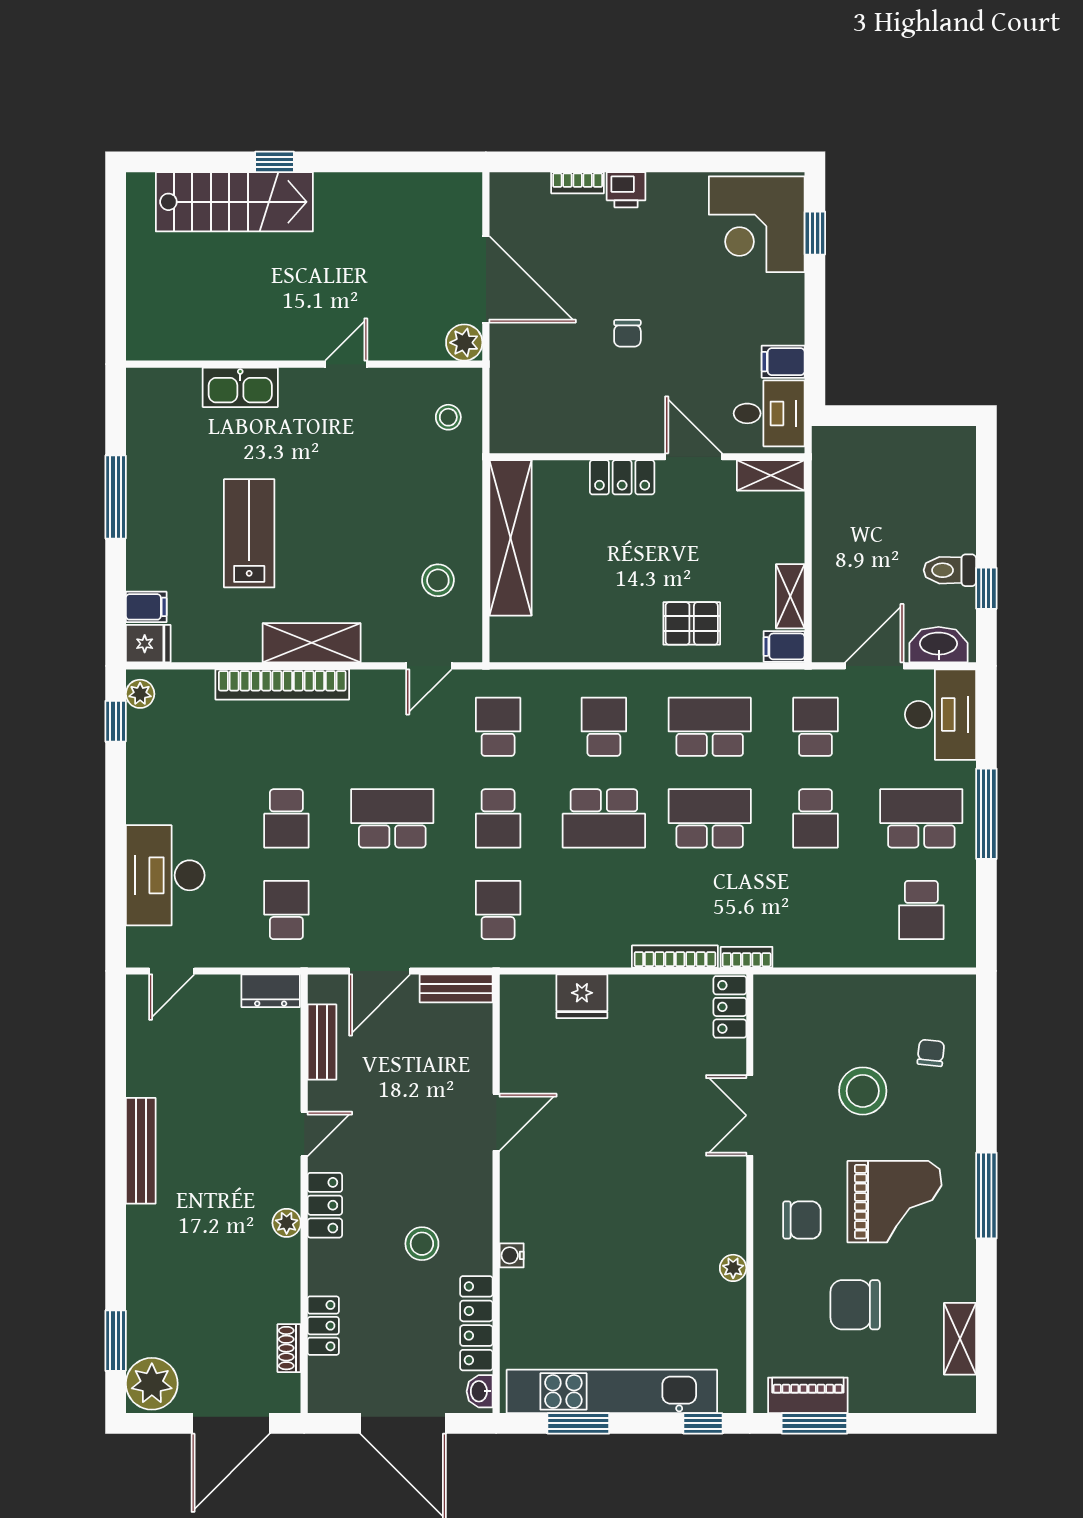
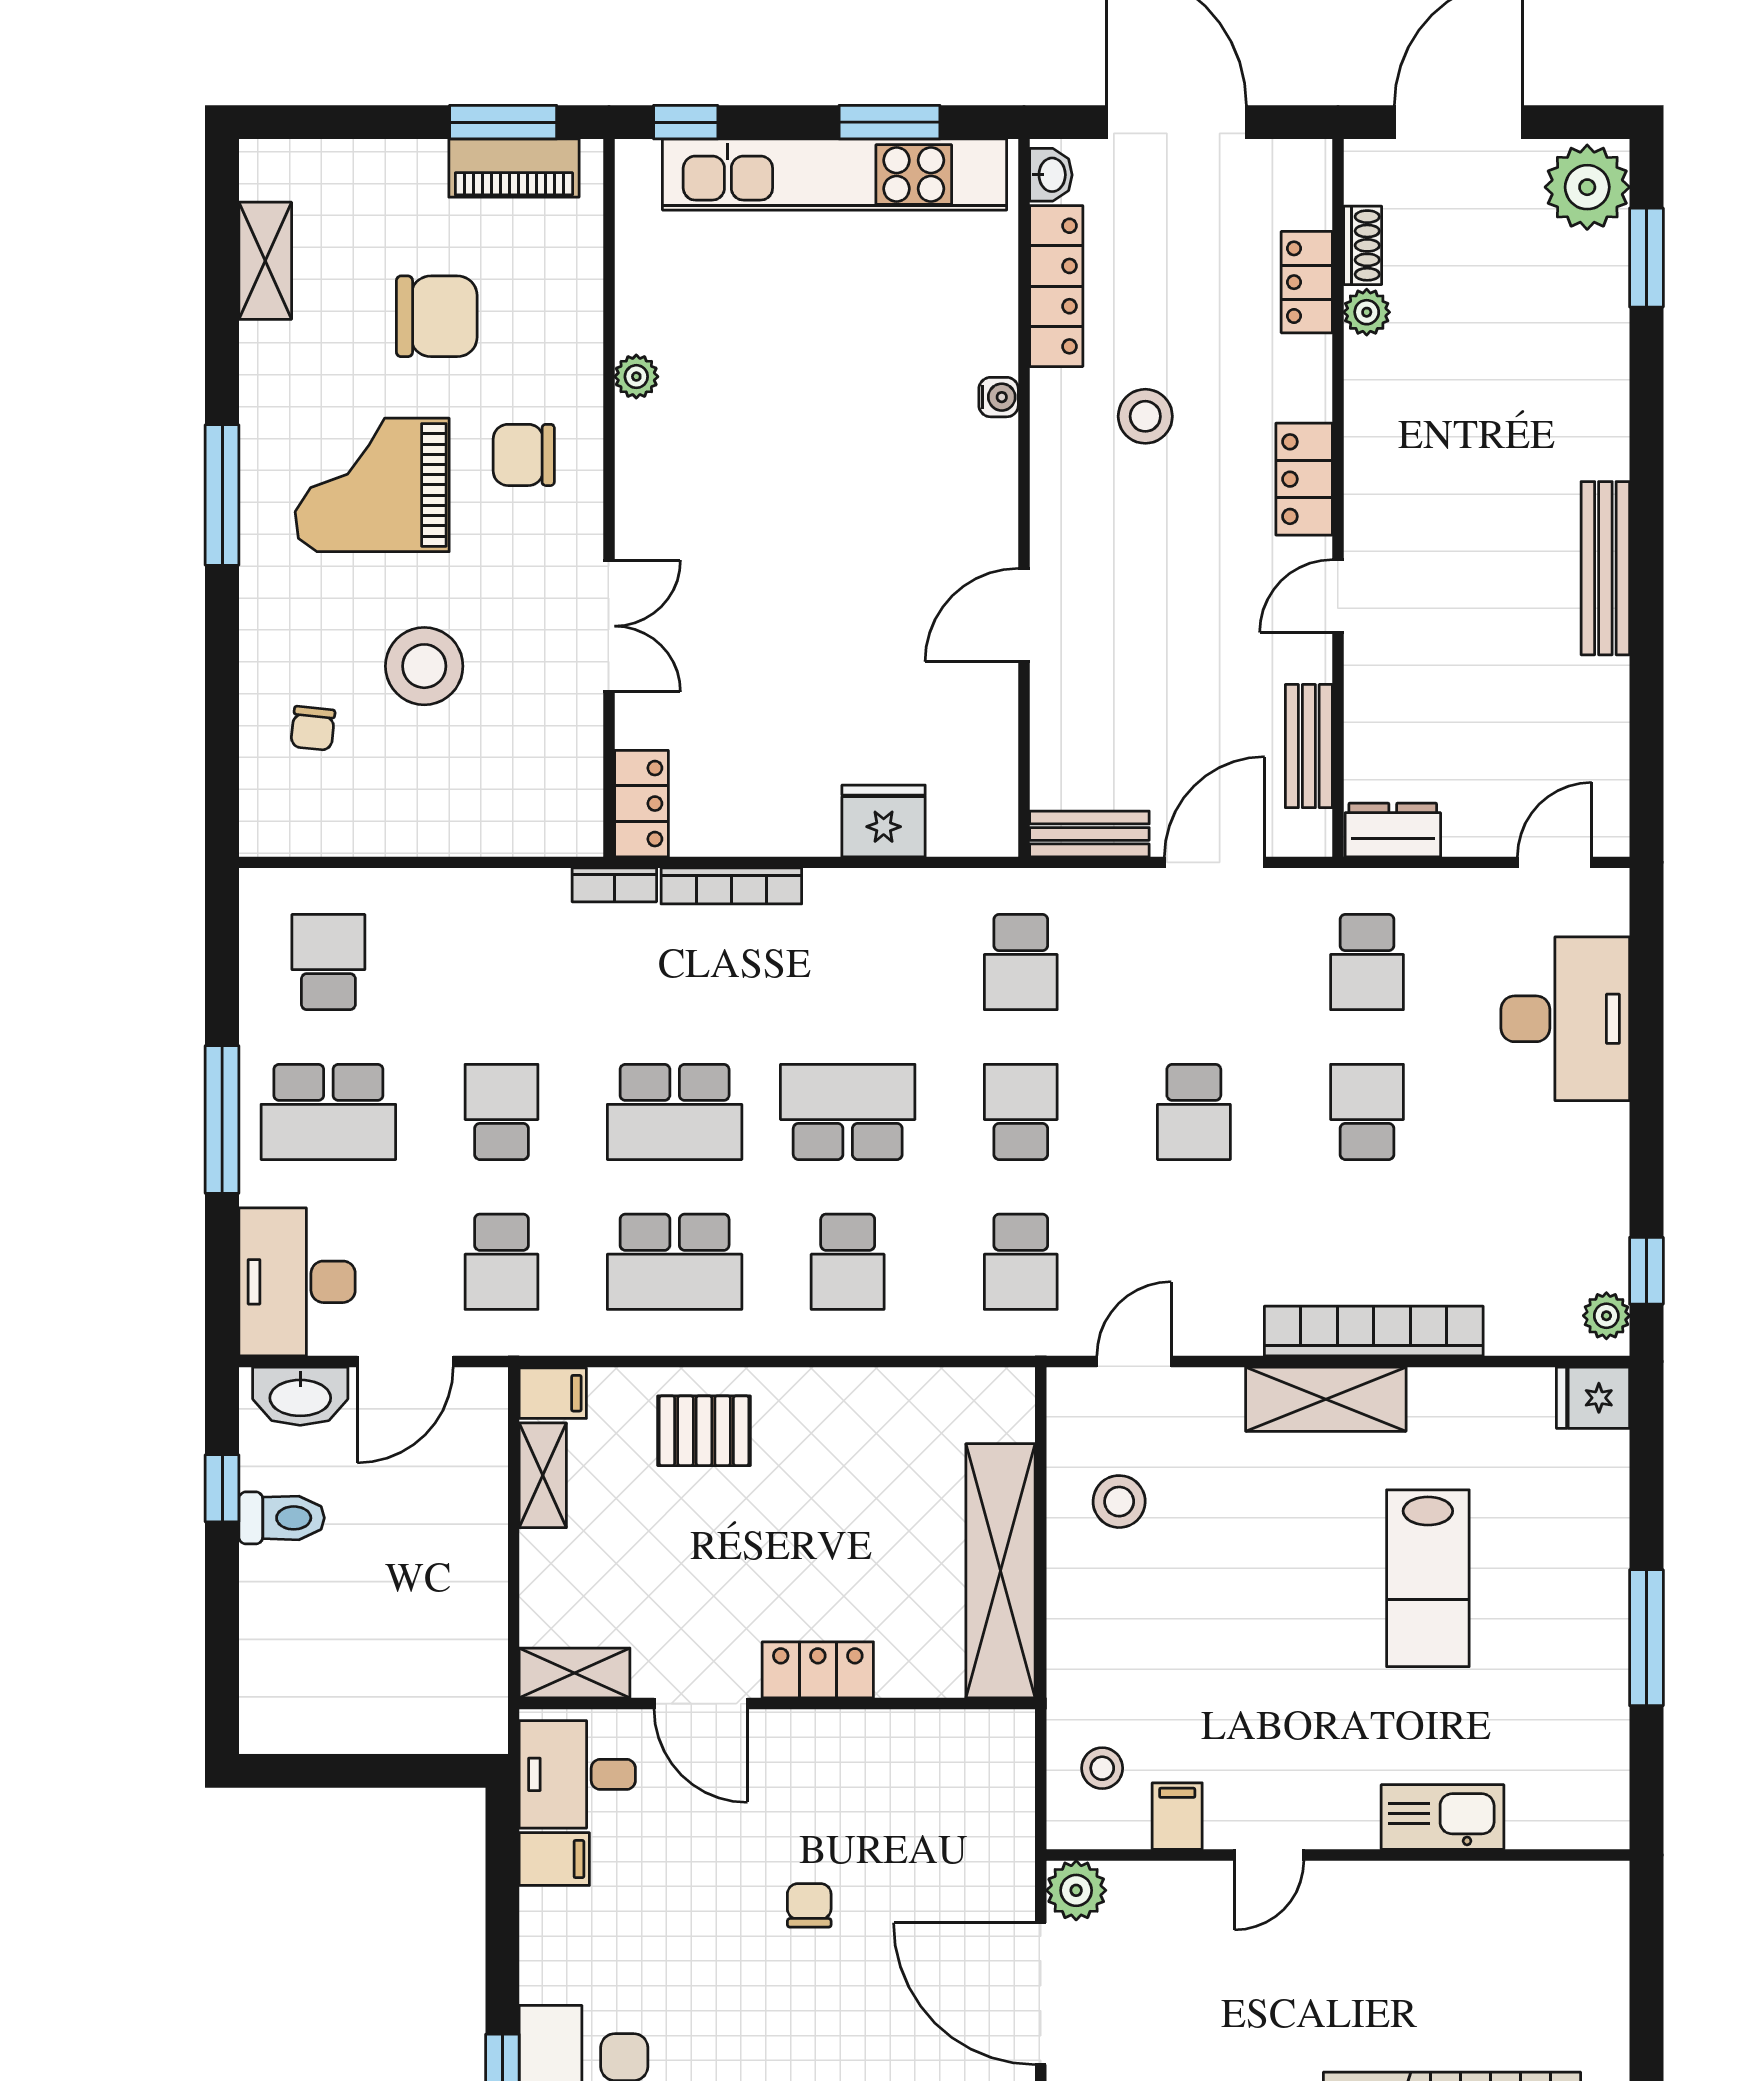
filing cabinet: (146, 607) -> (1177, 1816), moved, turned 90
school desk: (392, 818) -> (1194, 1112), width x0.54
plant: (287, 1223) -> (1367, 312), moved

